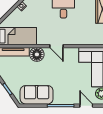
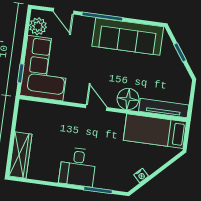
sofa: (37, 95) -> (128, 37), width x1.36

